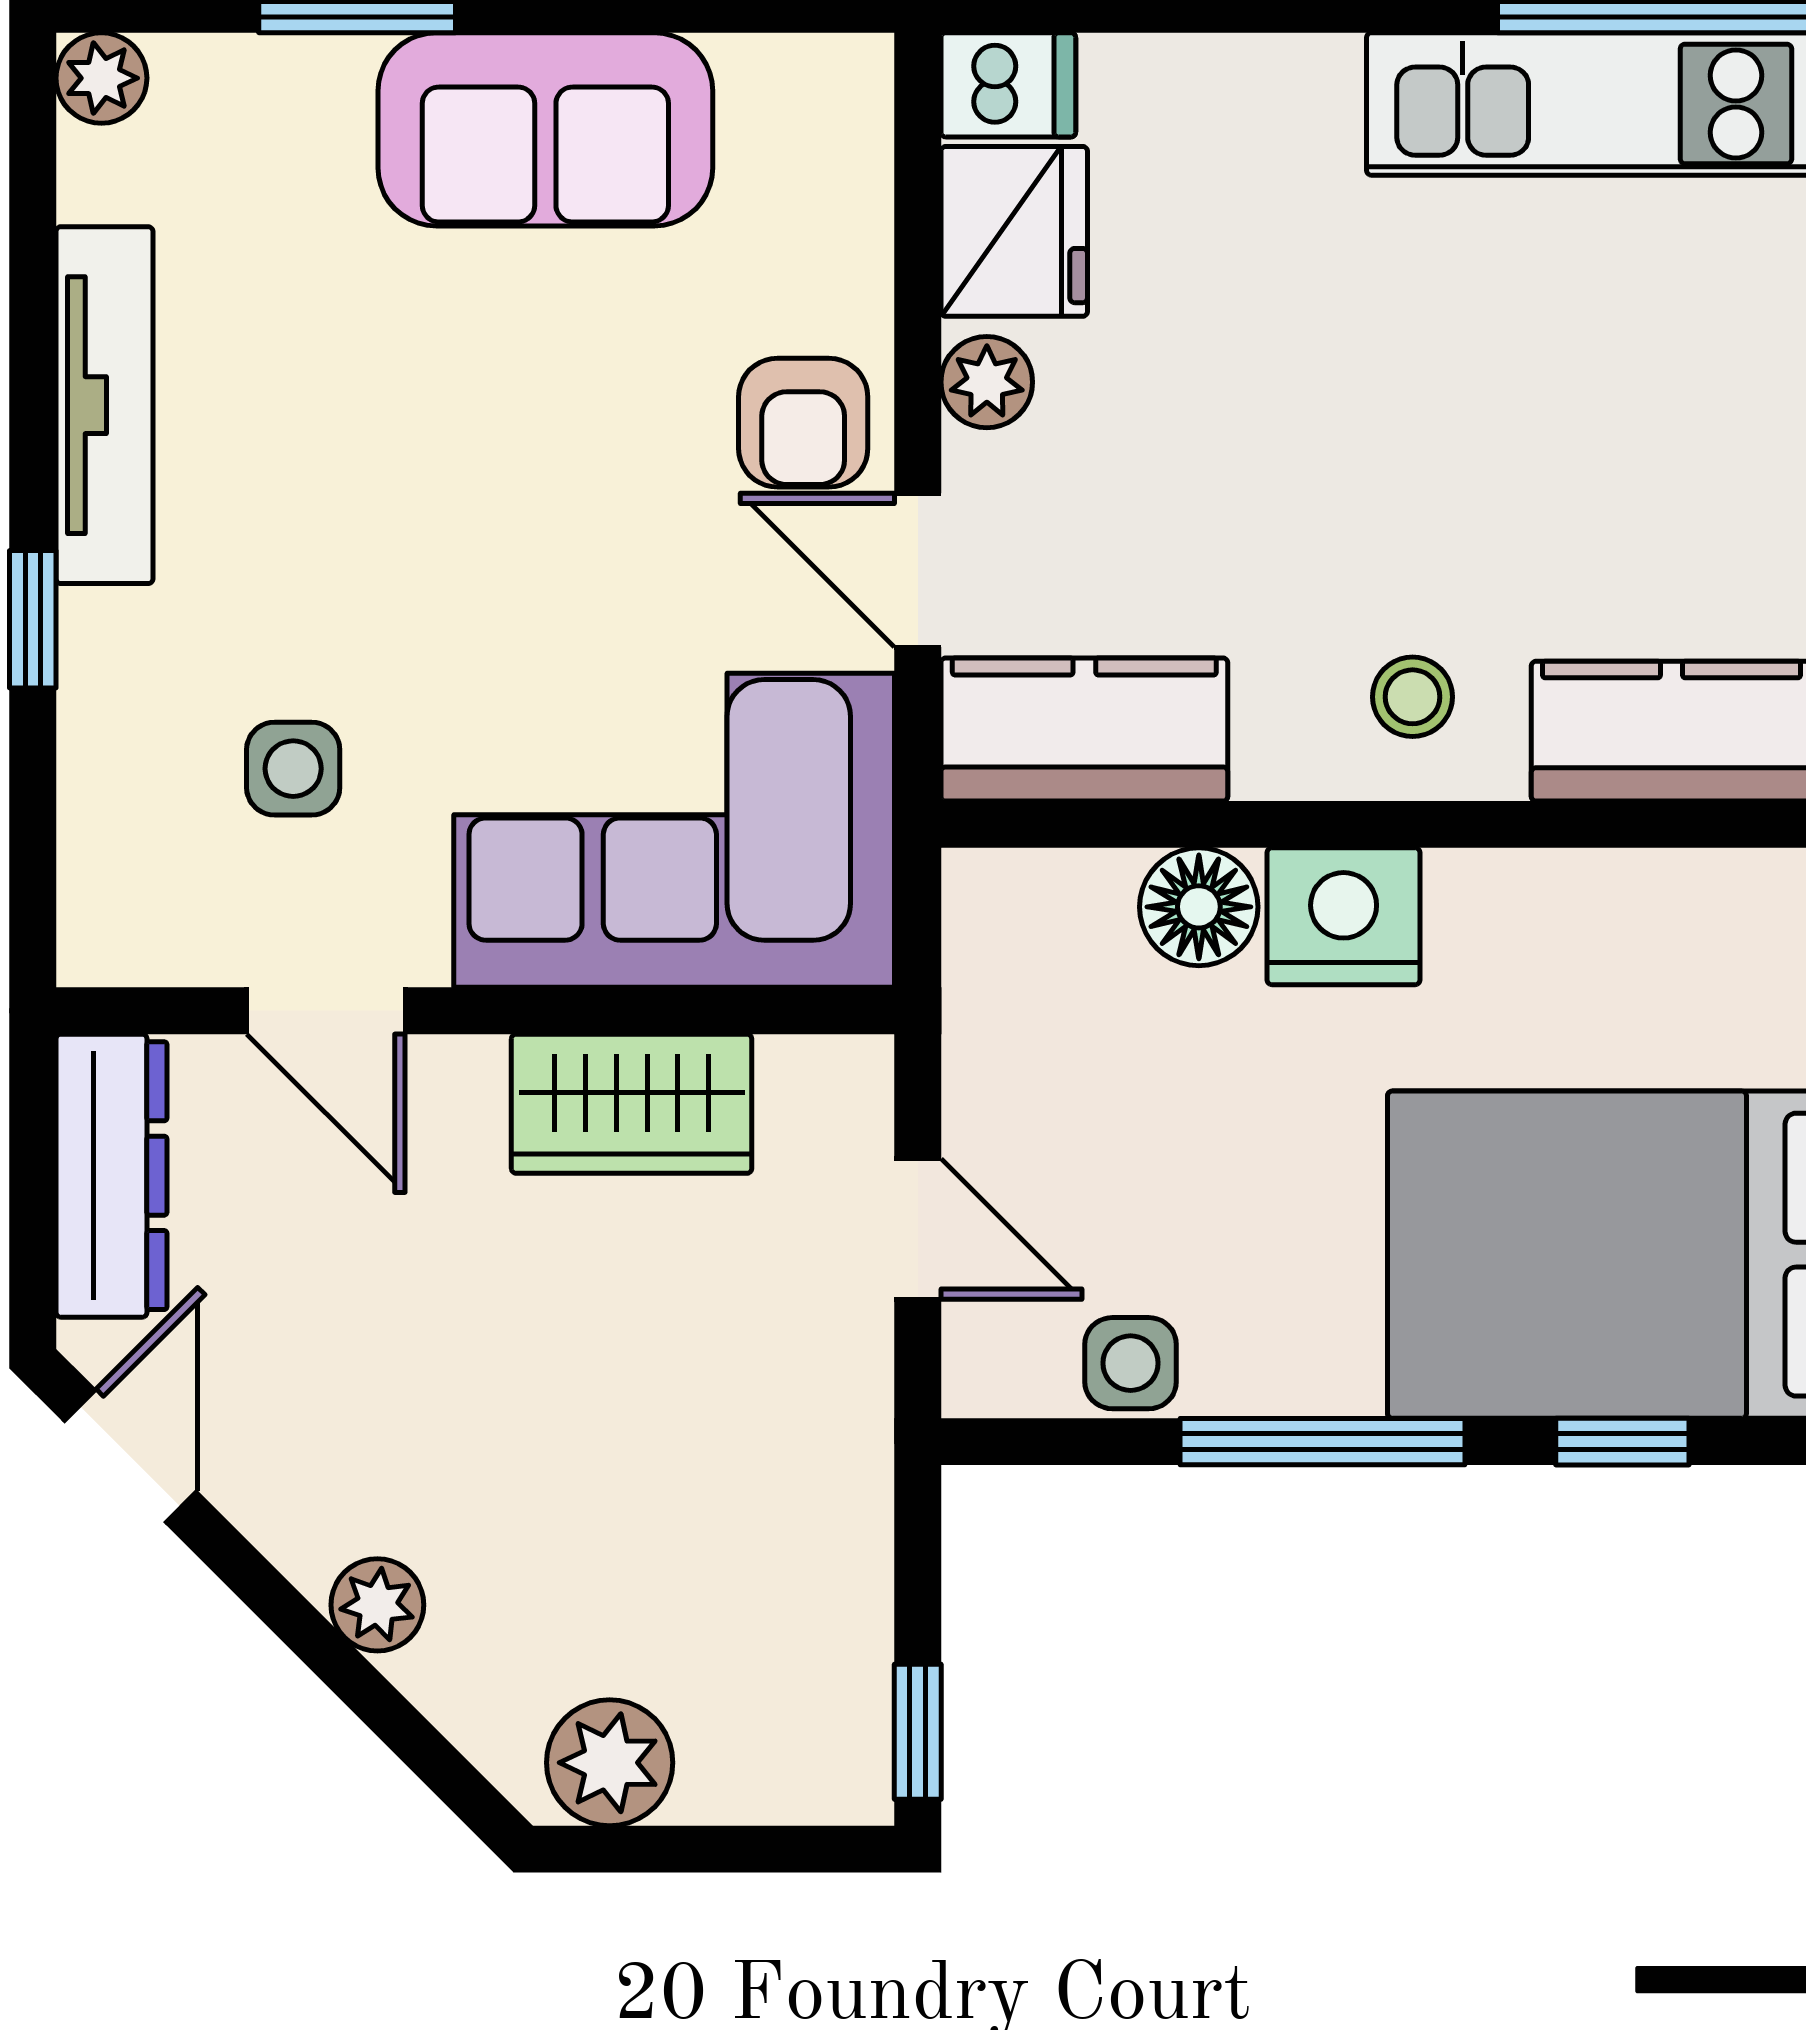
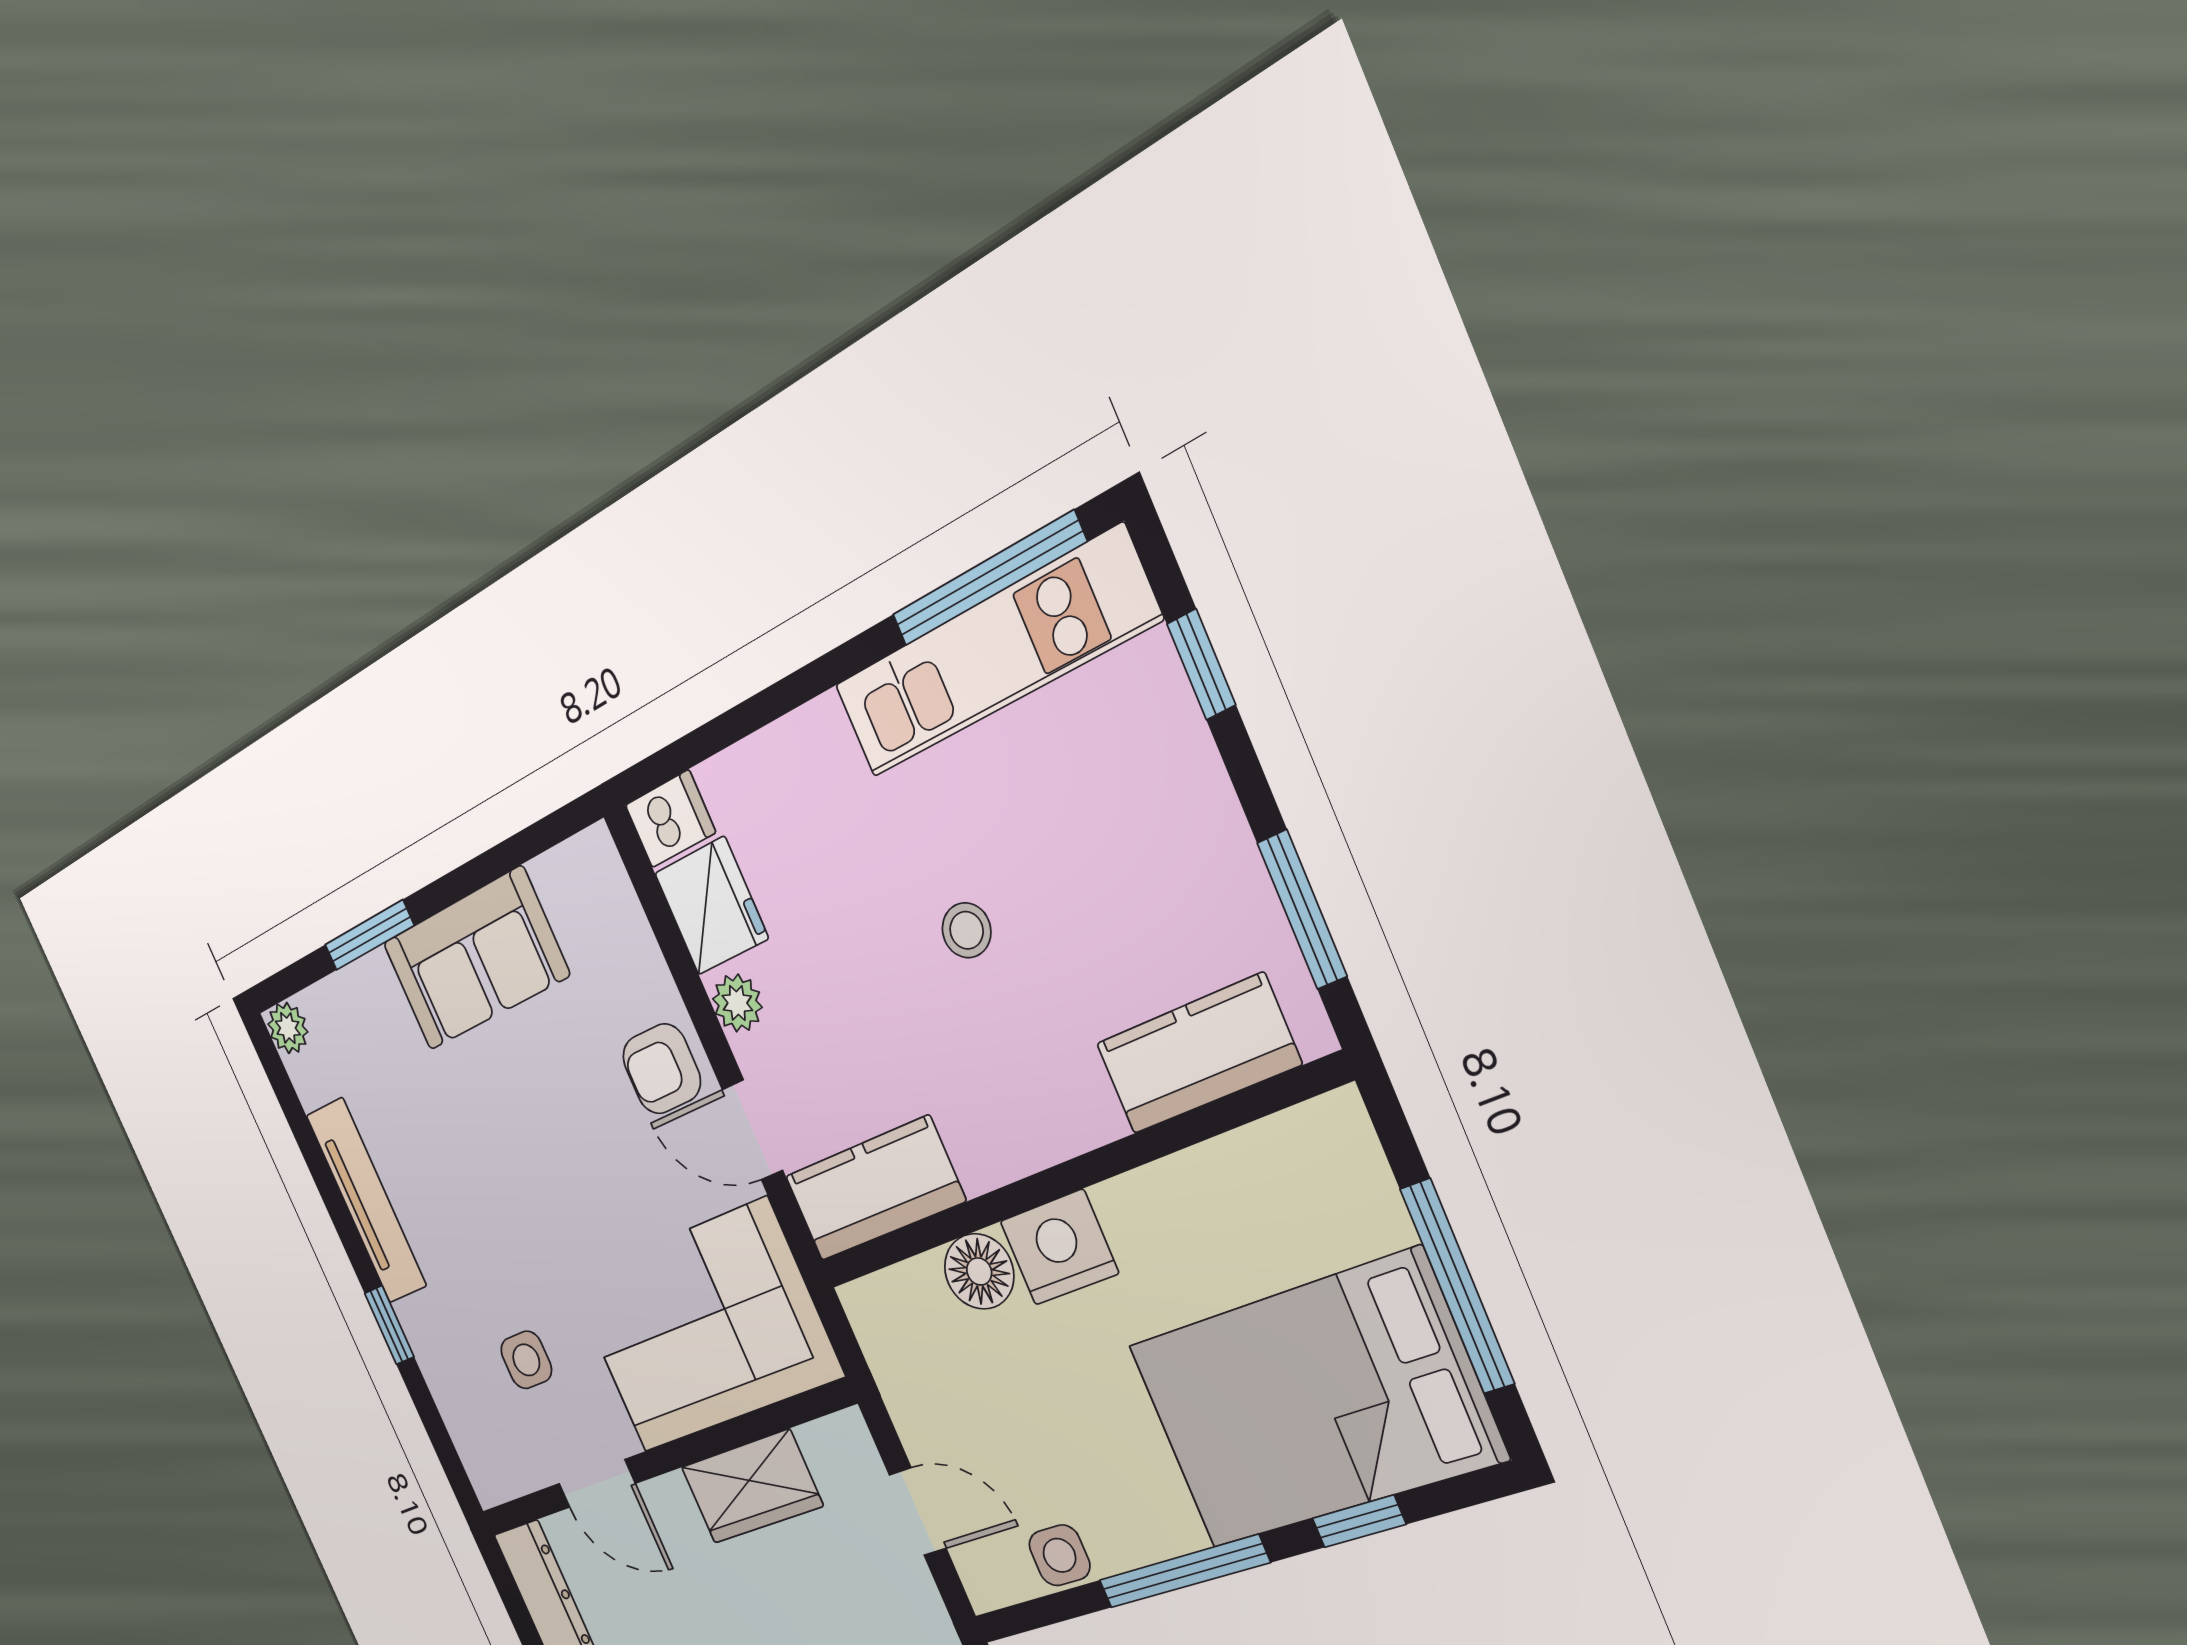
armchair: (803, 423) -> (662, 1069), turned 90
stool: (1413, 697) -> (967, 930), moved

